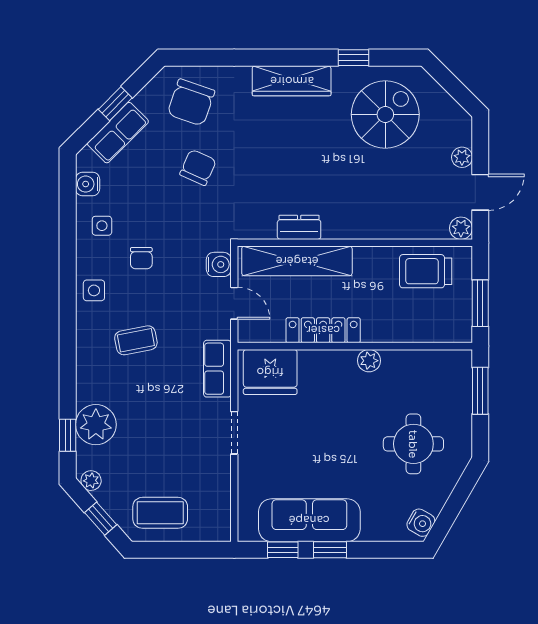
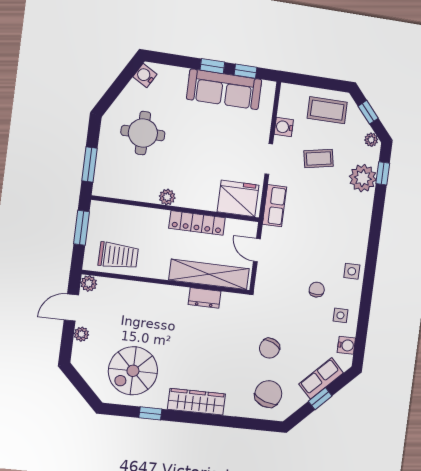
water cooler: (219, 264) -> (284, 127), moved
coffee table: (136, 340) -> (319, 159), moved

